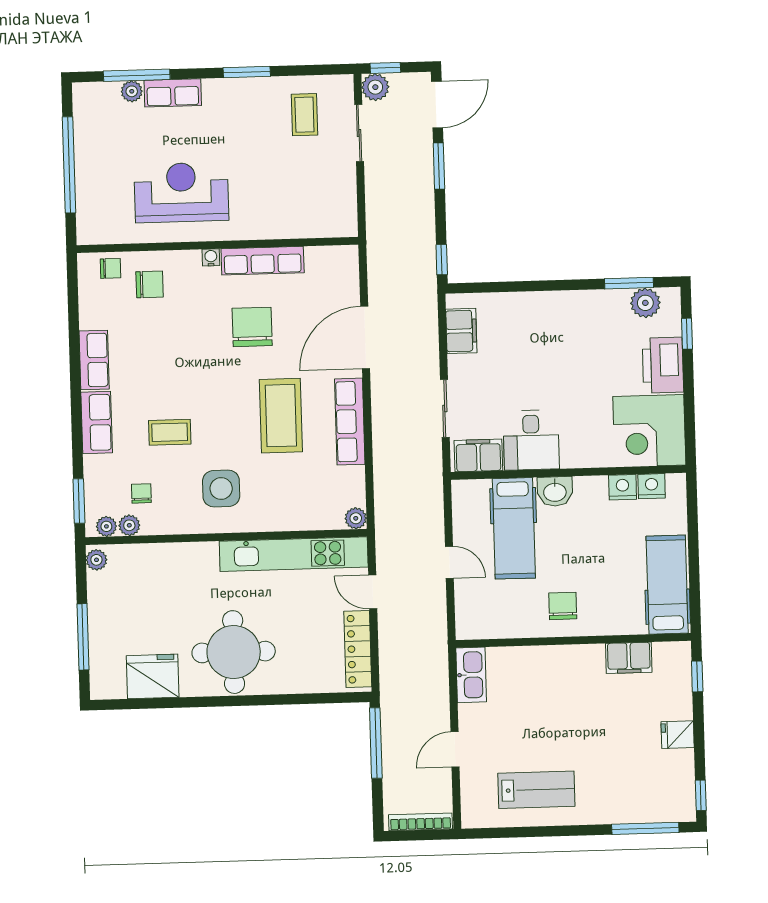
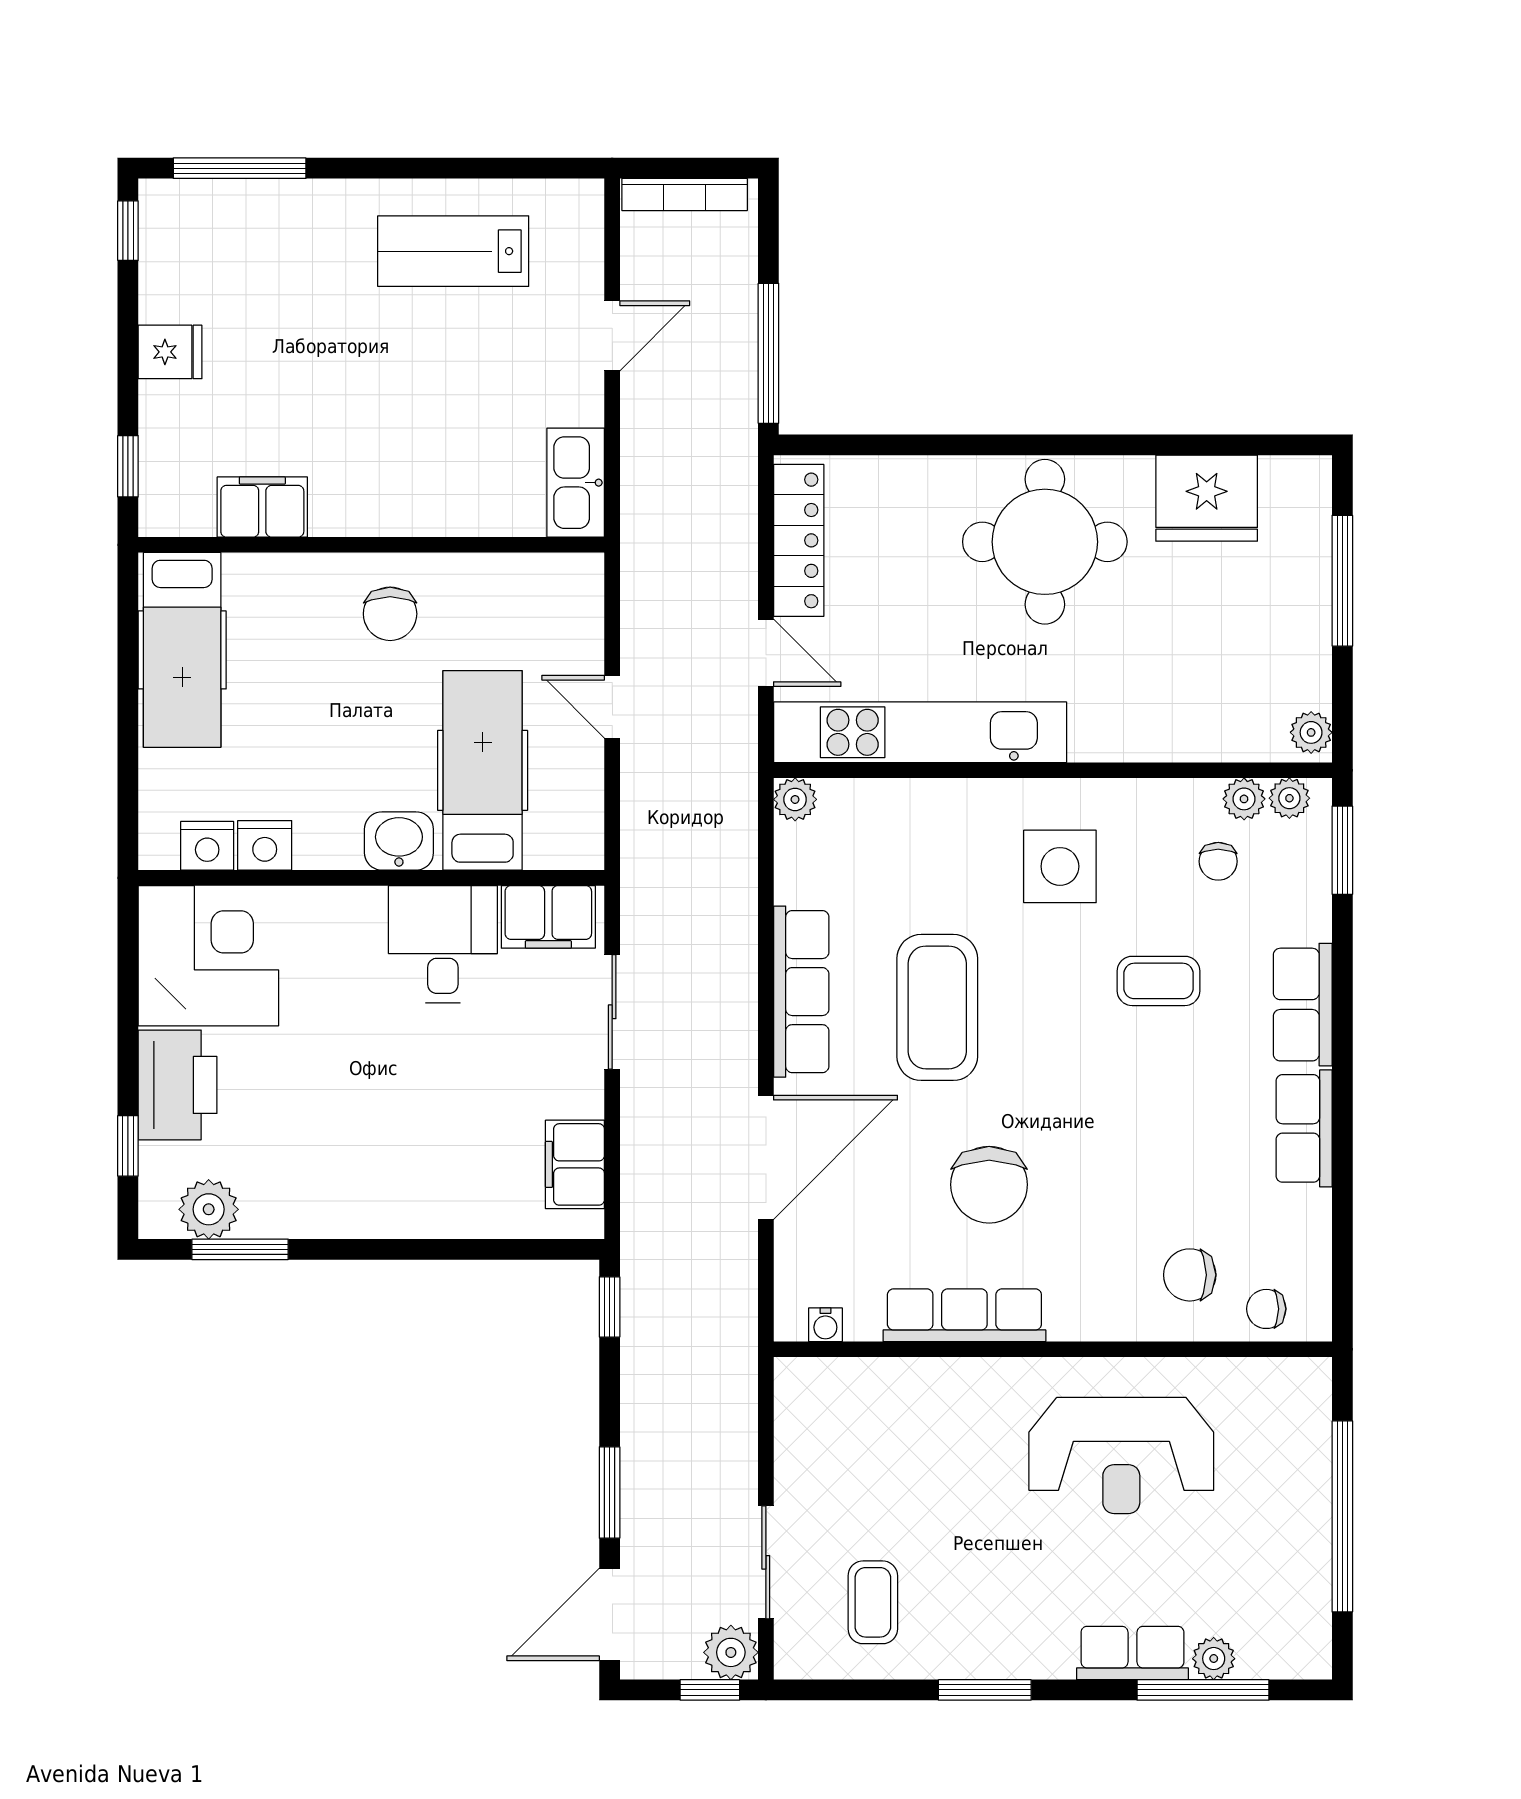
water cooler: (211, 257) -> (825, 1325), moved

